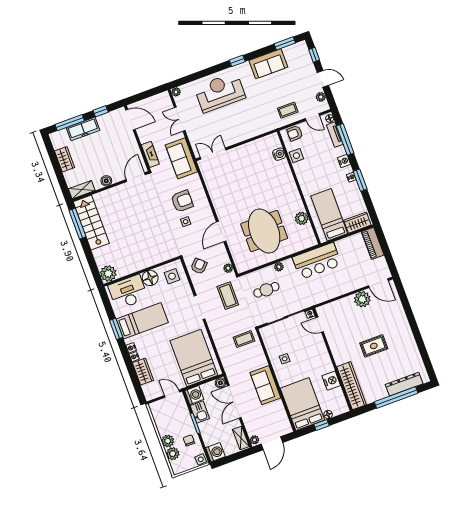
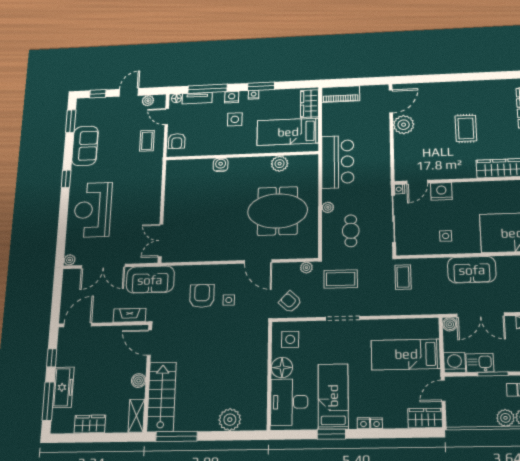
door: (312, 117) -> (167, 116), swing flipped
double door: (180, 119) -> (103, 266), width x1.37
water cooler: (279, 154) -> (221, 165), moved
side table: (296, 156) -> (235, 119), moved
stairs: (91, 223) -> (162, 397), moved, turned 90
plant: (108, 274) -> (230, 420), moved
bed: (194, 358) -> (406, 354), width x0.67
wardrobe: (143, 372) -> (425, 418), moved
nightstand: (331, 381) -> (441, 191), moved

